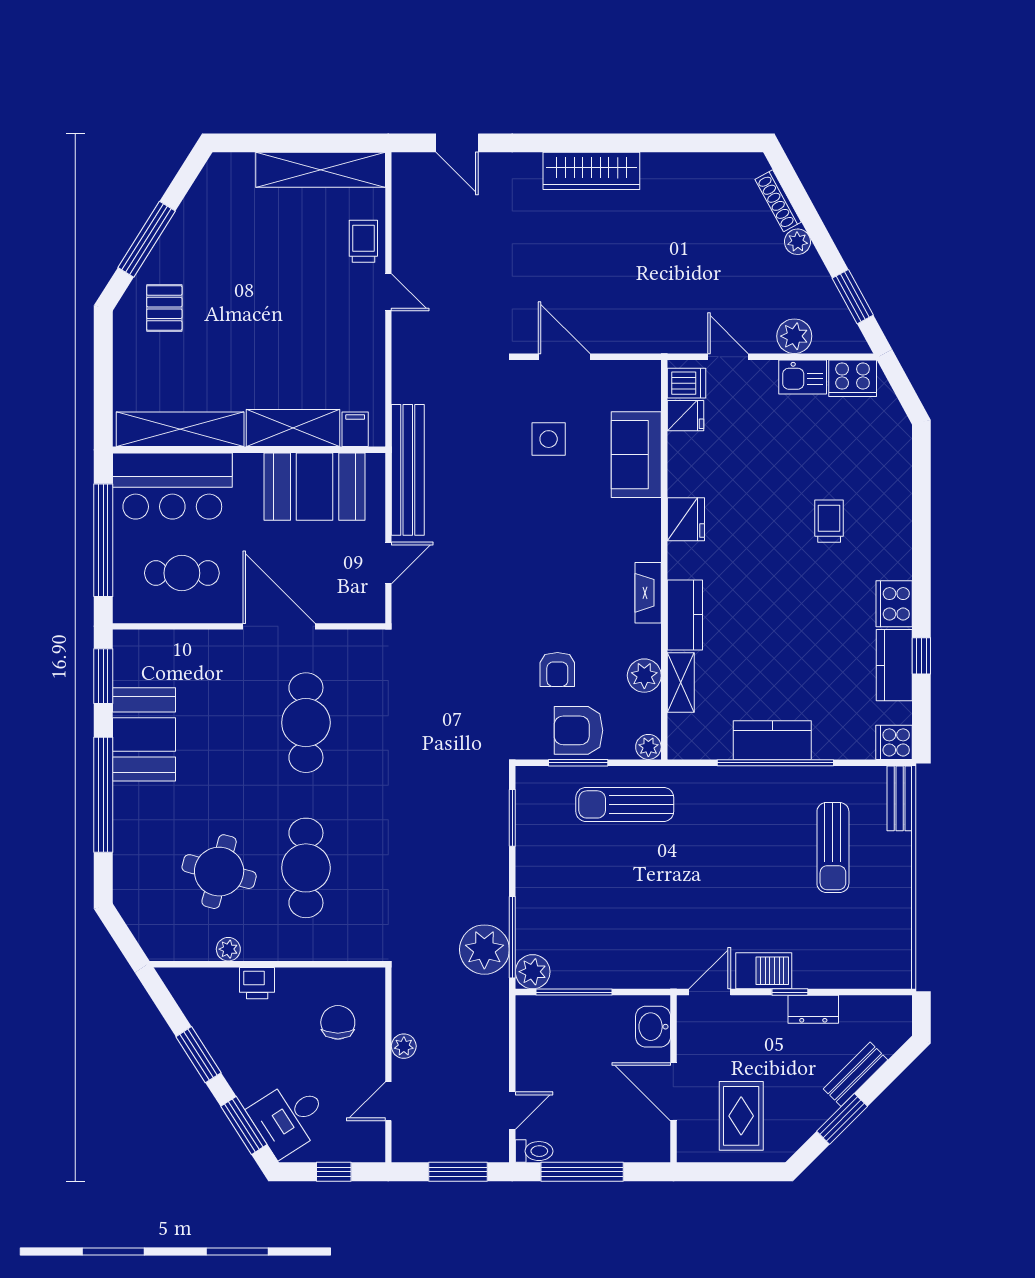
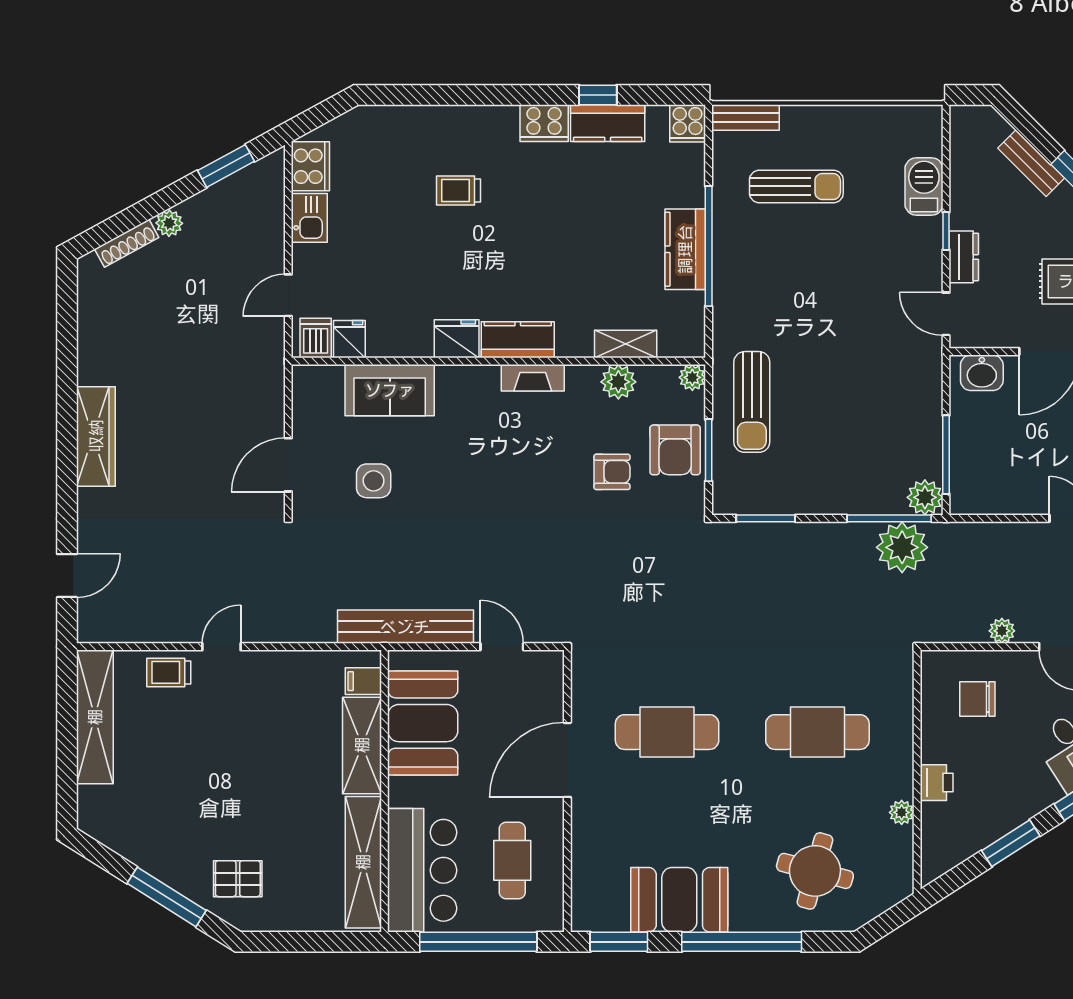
plant: (794, 336) -> (267, 226), removed
kitchen counter: (685, 615) -> (518, 340), moved
round table: (219, 872) -> (815, 871), moved
barbecue: (764, 971) -> (924, 186), moved
dresser: (813, 1009) -> (964, 257), moved

